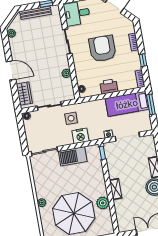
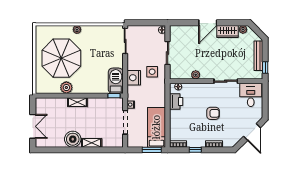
armchair: (102, 49) -> (213, 113), width x0.53, depth x0.53
printer: (109, 86) -> (176, 101), moved
wardrobe: (24, 94) -> (228, 32), moved
barbecue: (73, 156) -> (116, 81), moved

